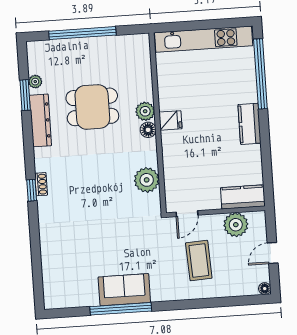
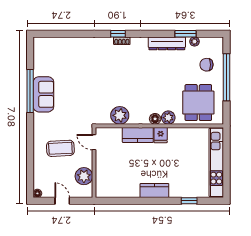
chair: (67, 62) -> (207, 65), added
window: (260, 74) -> (189, 201), width x0.32
dining table: (92, 107) -> (198, 103), moved
kitchen counter: (243, 197) -> (138, 135), moved, turned 90

